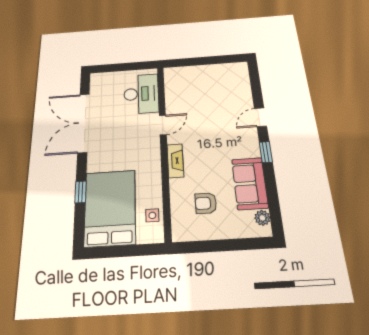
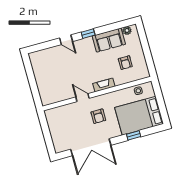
desk: (141, 94) -> (64, 116), removed
armchair: (127, 143) -> (98, 116), added

